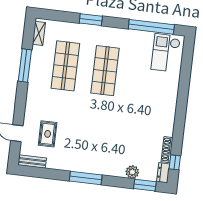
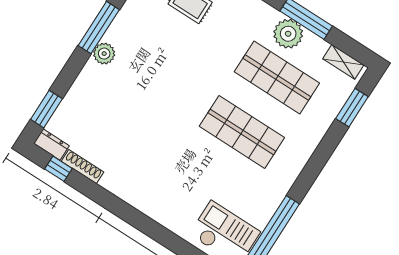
window: (91, 20) -> (352, 108), moved
plant: (38, 71) -> (288, 34), added
plant: (132, 172) -> (104, 54), moved

